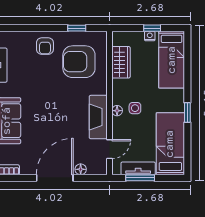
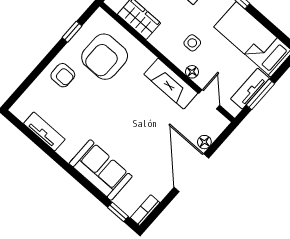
floor lamp: (117, 111) -> (192, 72), moved

